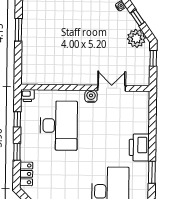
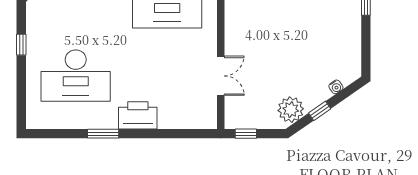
window: (153, 58) -> (246, 134), moved
water cooler: (91, 96) -> (209, 47), removed

